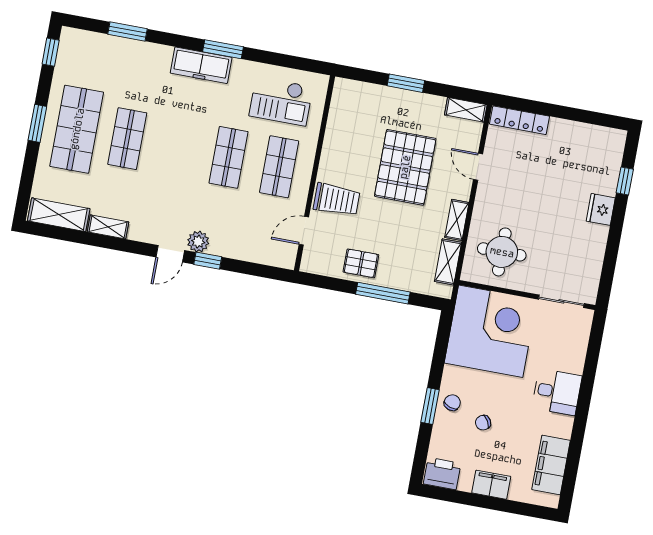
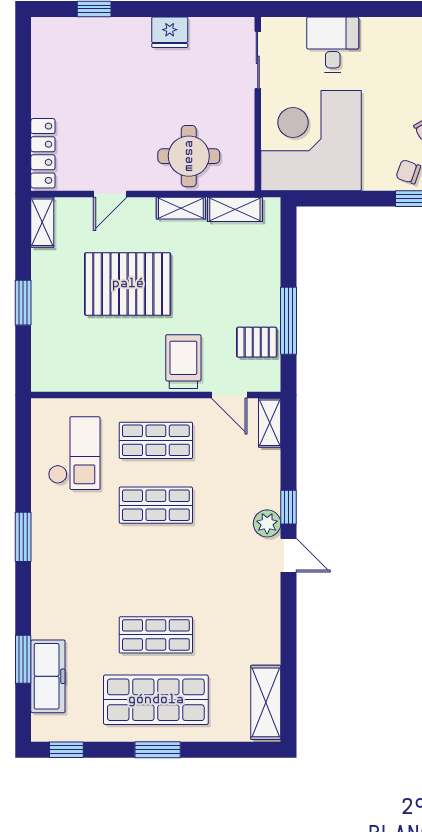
freezer: (201, 65) -> (48, 676), moved
fridge: (601, 209) -> (170, 32), moved
shelving: (108, 227) -> (270, 423), moved
round table: (502, 252) -> (189, 156), moved
pallet: (361, 263) -> (257, 342), moved, turned 90
window: (383, 293) -> (289, 321), moved
desk: (557, 392) -> (333, 45), moved

